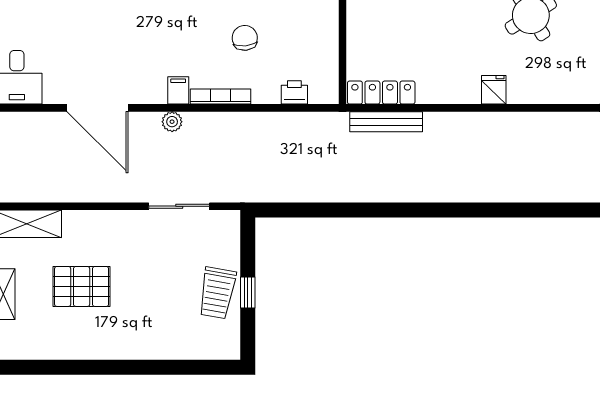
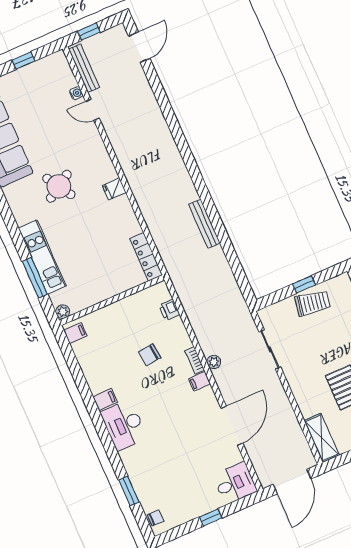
bookcase: (221, 96) -> (195, 360), width x0.64
plant: (172, 122) -> (214, 362), moved
bench: (386, 122) -> (204, 224), moved

